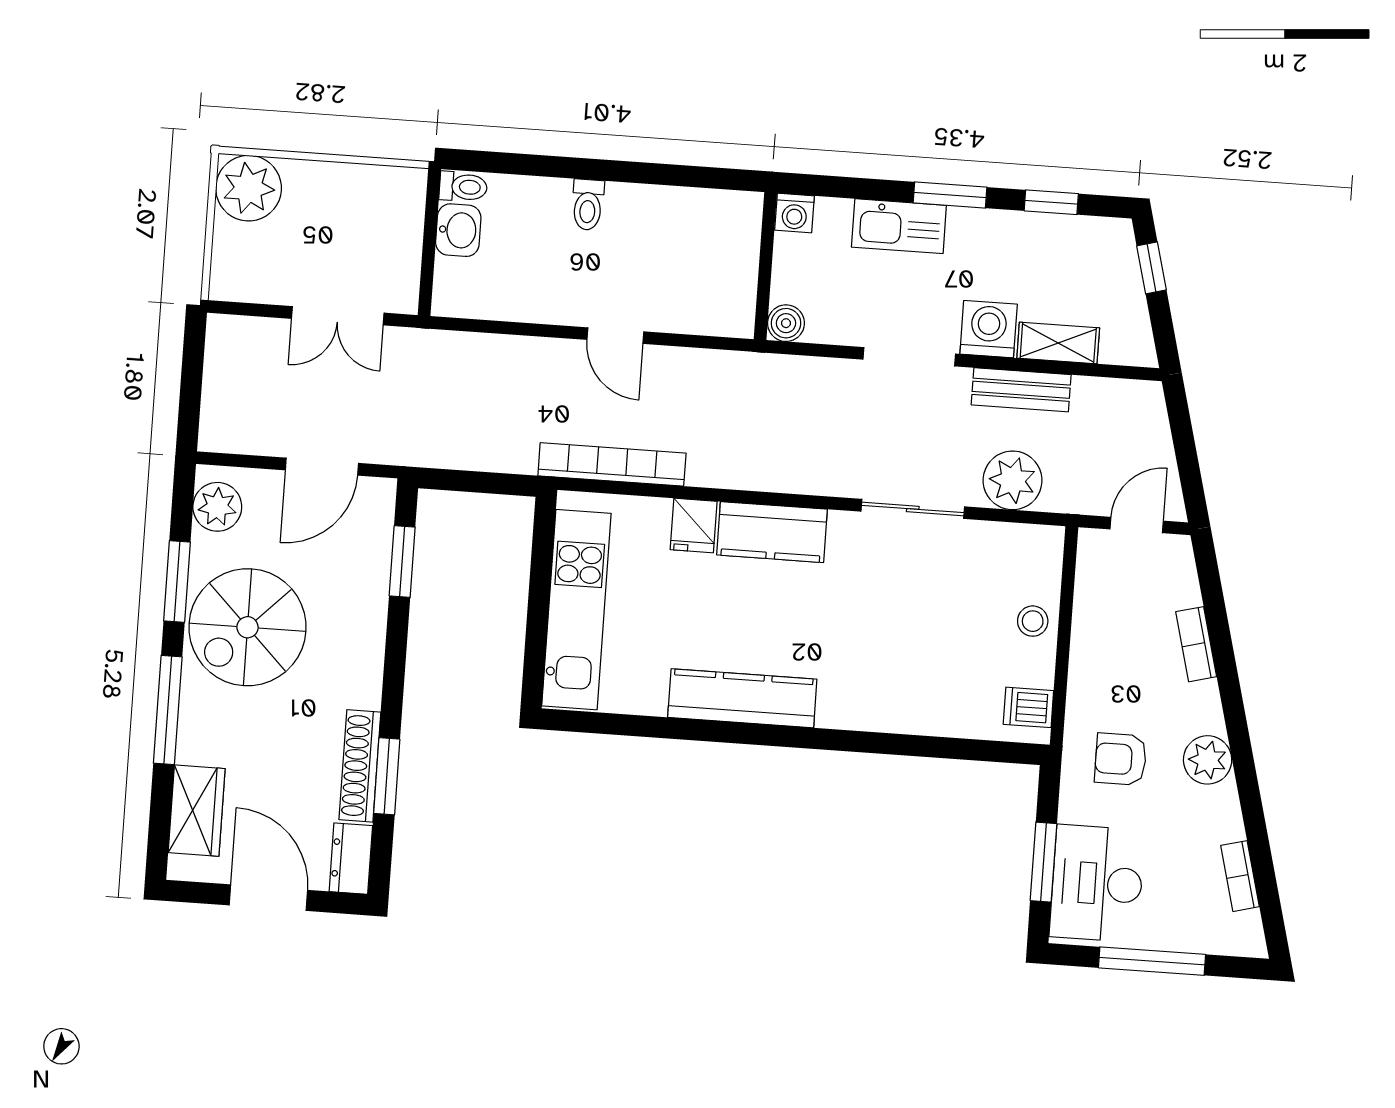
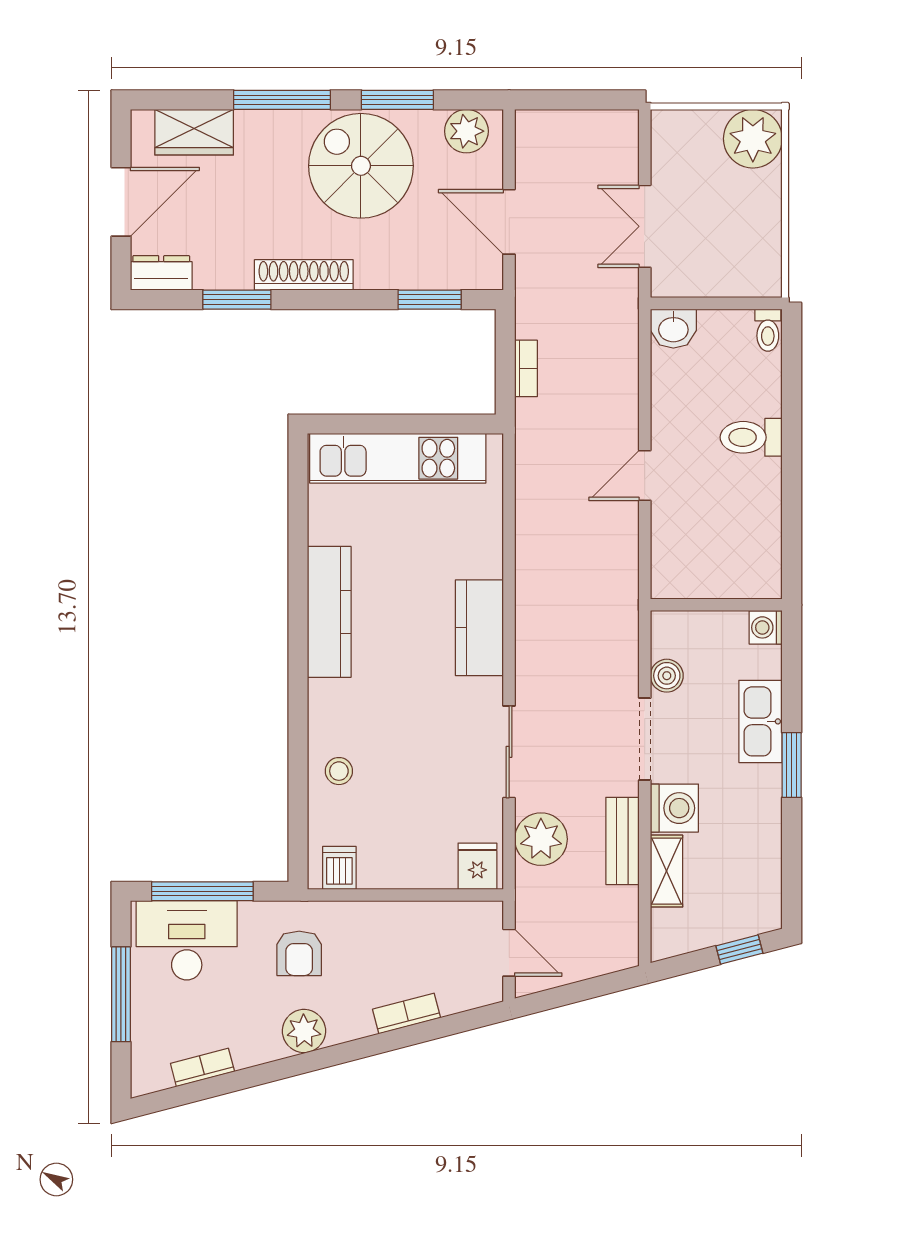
window: (1051, 202) -> (792, 856), removed
toilet: (588, 205) -> (751, 437), width x1.37, depth x1.39
washbasin: (458, 230) -> (673, 329), moved
boiler: (786, 323) -> (667, 676), moved
bookcase: (612, 464) -> (526, 368), moved, width x0.43, depth x0.76
fridge: (694, 526) -> (477, 866), moved, turned 90
stool: (1033, 621) -> (339, 771), moved
armchair: (1121, 759) -> (299, 953), turned 180
shoe rack: (360, 766) -> (304, 275), moved
window: (1044, 862) -> (202, 891), width x1.44

